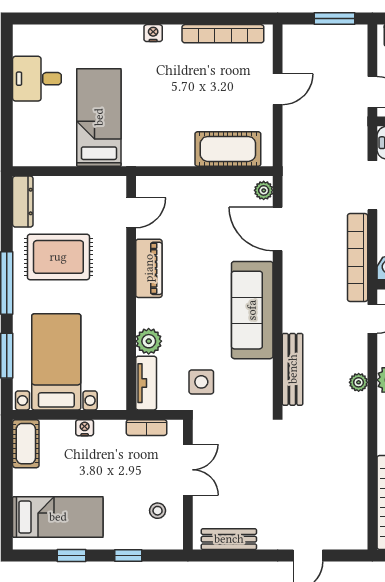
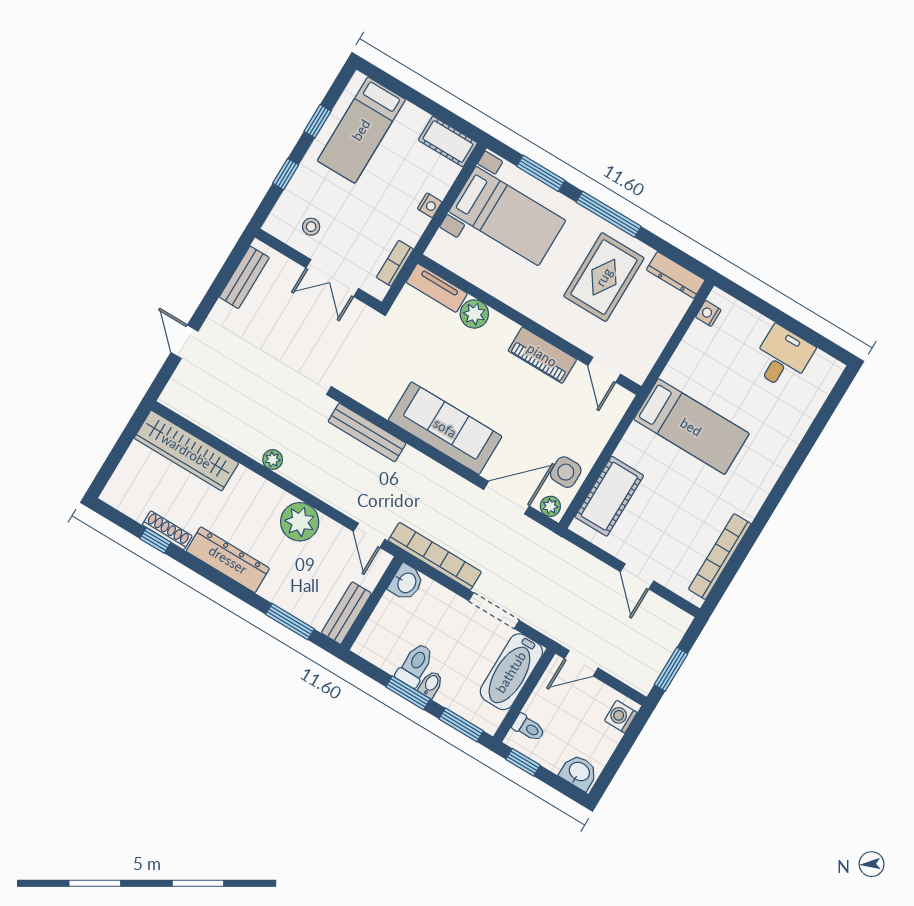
nightstand: (153, 33) -> (708, 313), moved, turned 180
bed: (99, 117) -> (691, 427), moved
side table: (201, 382) -> (566, 472), moved
plant: (359, 382) -> (273, 460), moved

